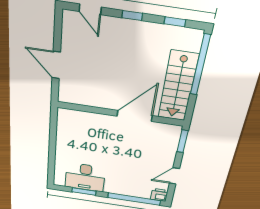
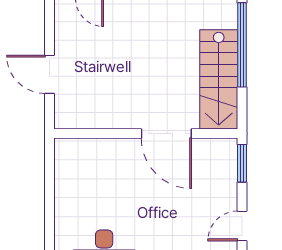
door: (135, 116) -> (166, 134), swing flipped

